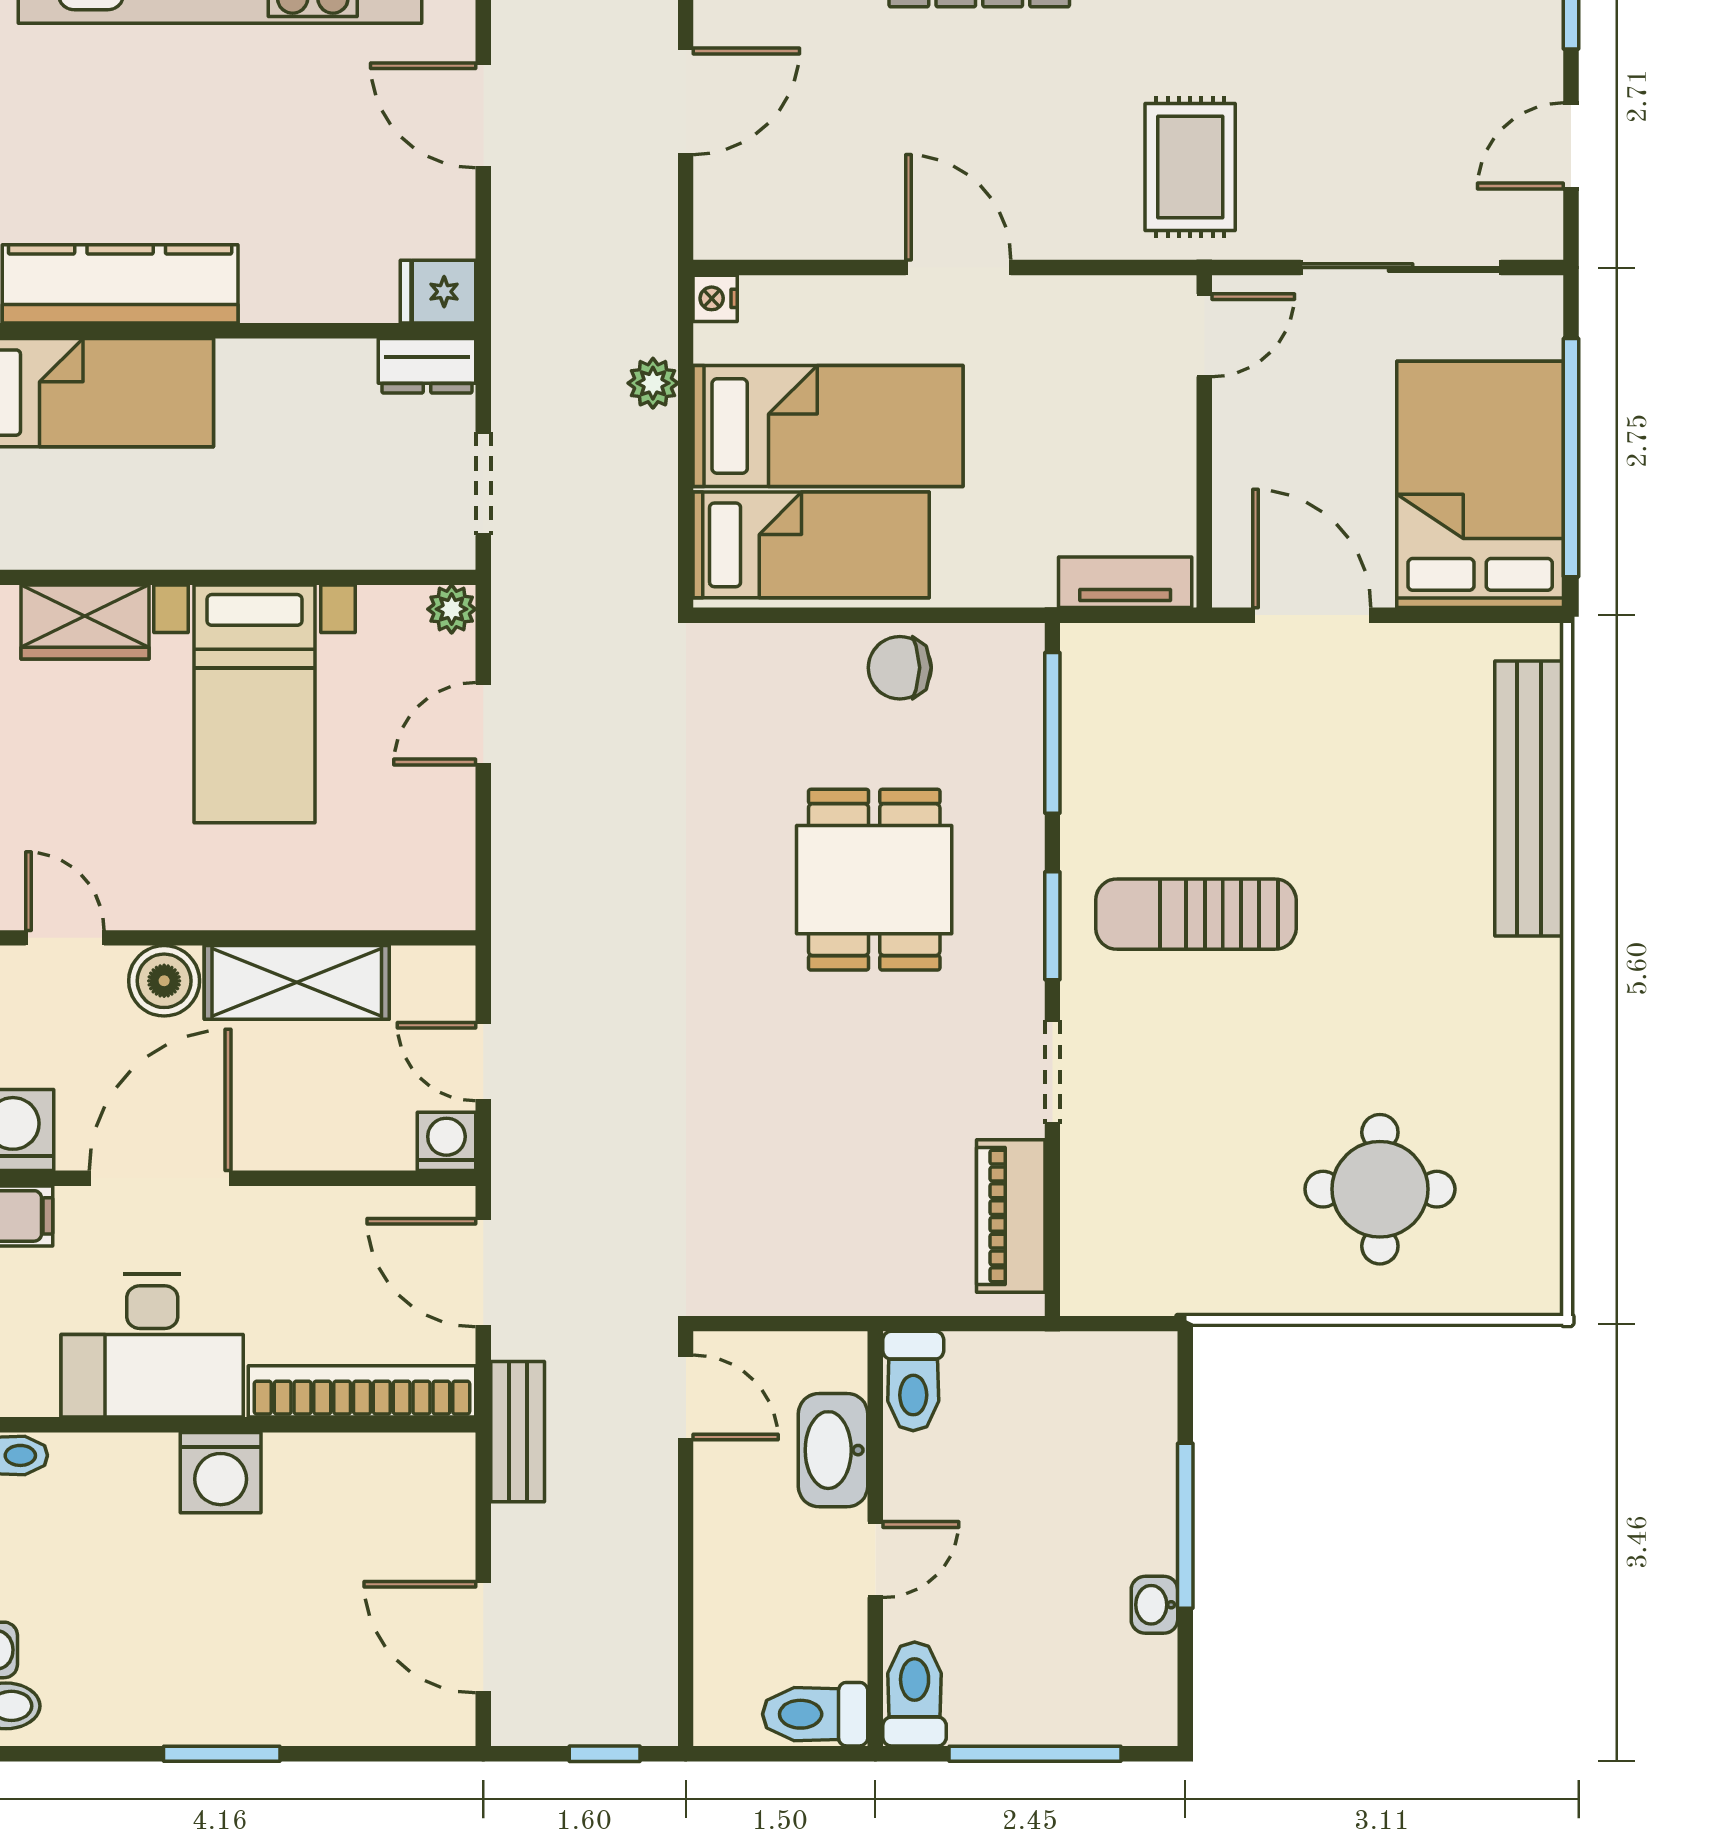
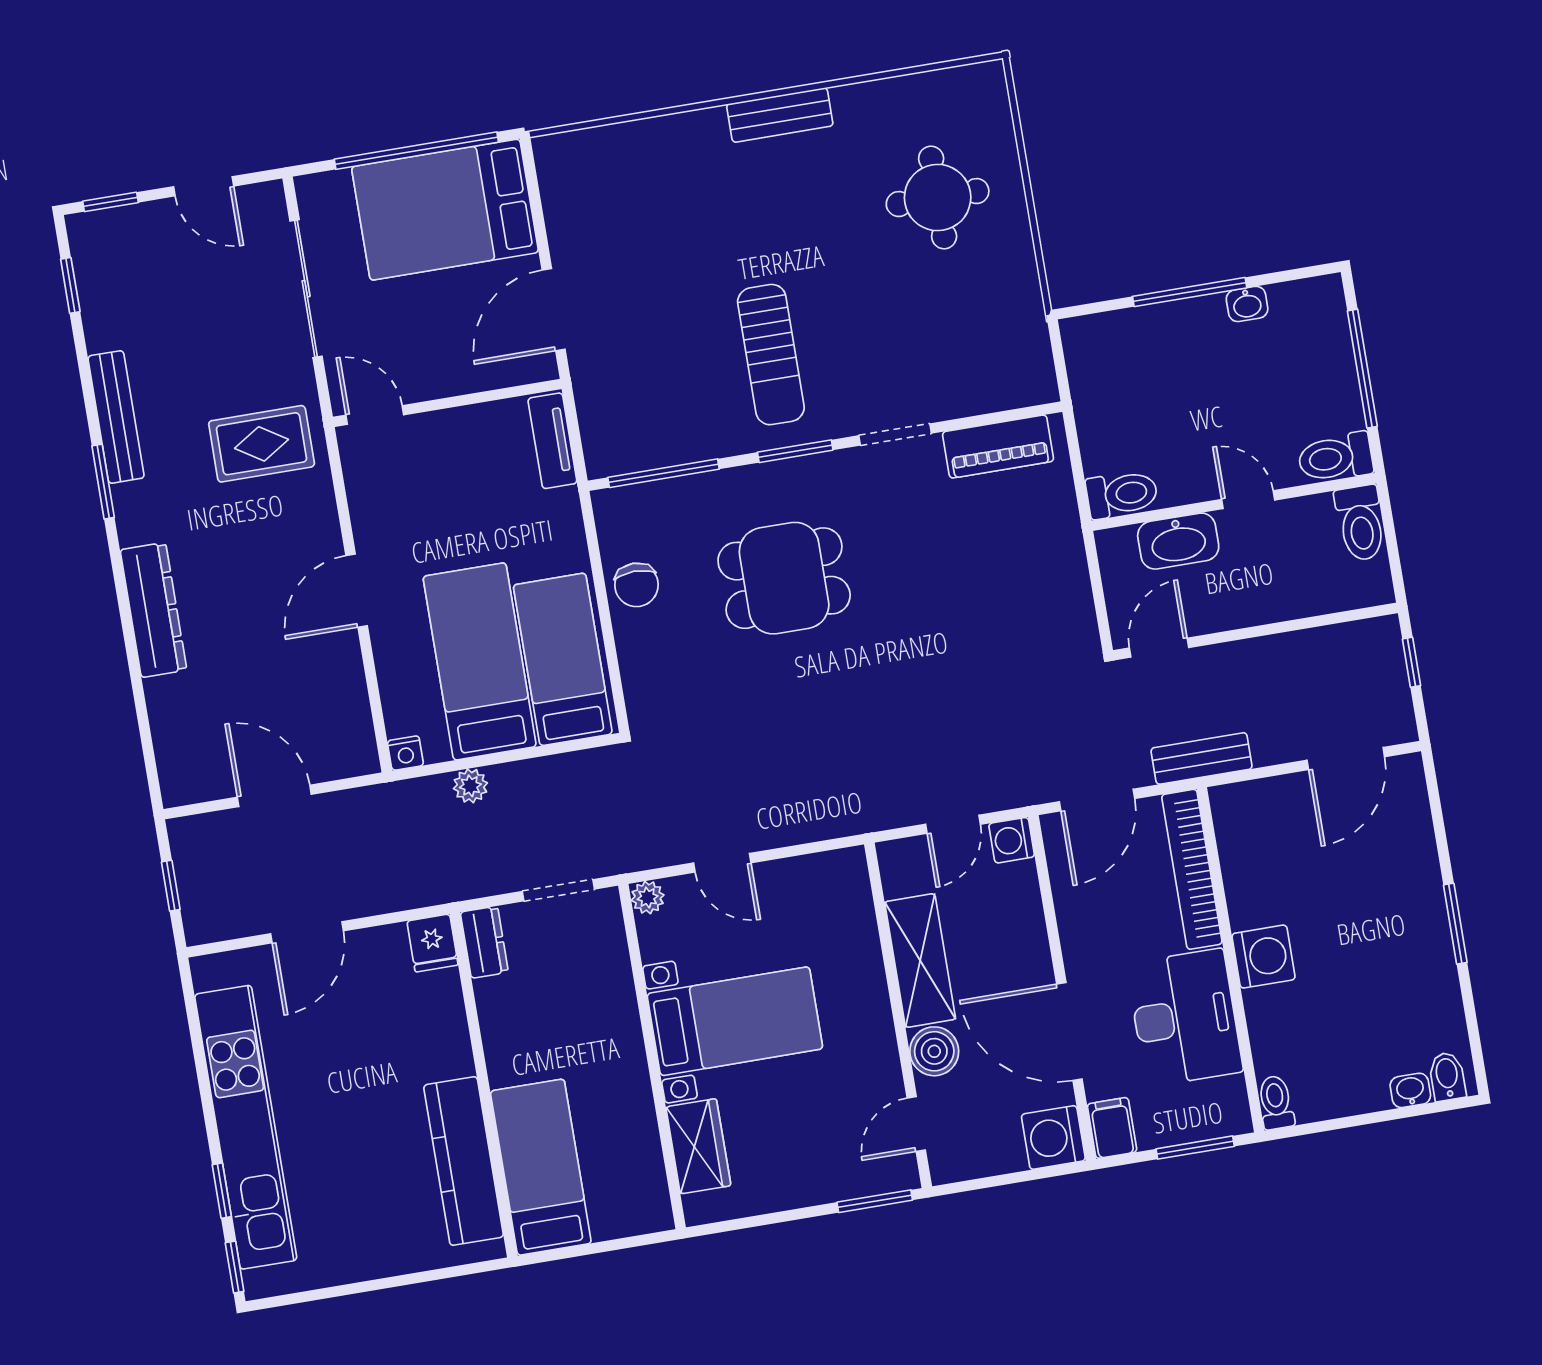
bench: (1529, 799) -> (780, 115), moved, width x0.54, depth x0.82

